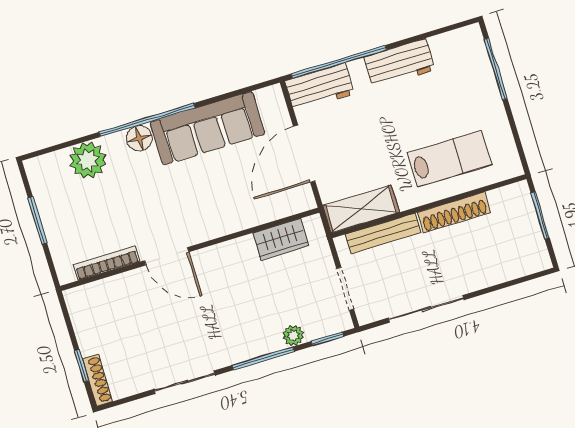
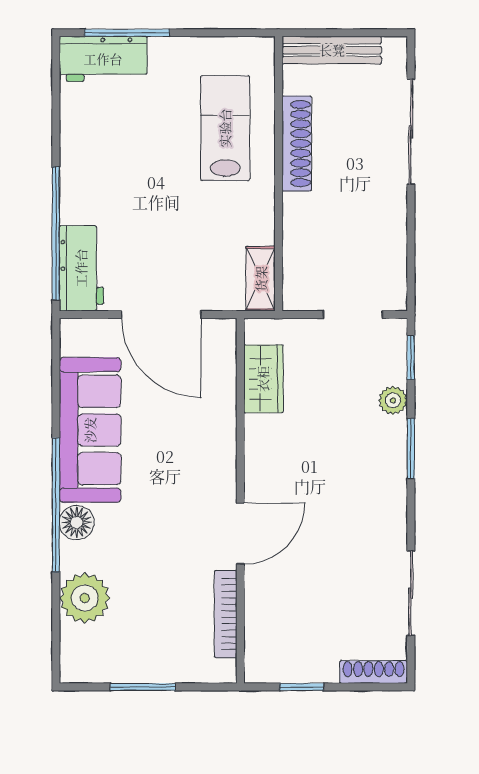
workbench: (400, 63) -> (103, 59), moved, turned 90
shelving: (361, 209) -> (261, 279), width x0.67, depth x0.75
window: (540, 215) -> (335, 33), removed
bench: (383, 233) -> (332, 50), moved, turned 90
sliding door: (426, 309) -> (411, 132), moved
window: (263, 358) -> (411, 449), width x0.69
window: (82, 366) -> (302, 687), moved
sliding door: (185, 382) -> (411, 593), moved

